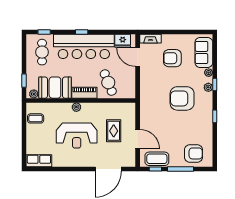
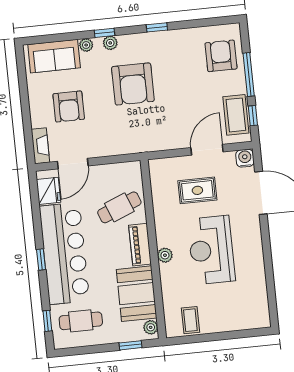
reception desk: (77, 135) -> (211, 250), turned 180
row of seats: (39, 161) -> (259, 308), removed
water cooler: (130, 162) -> (245, 158), added

